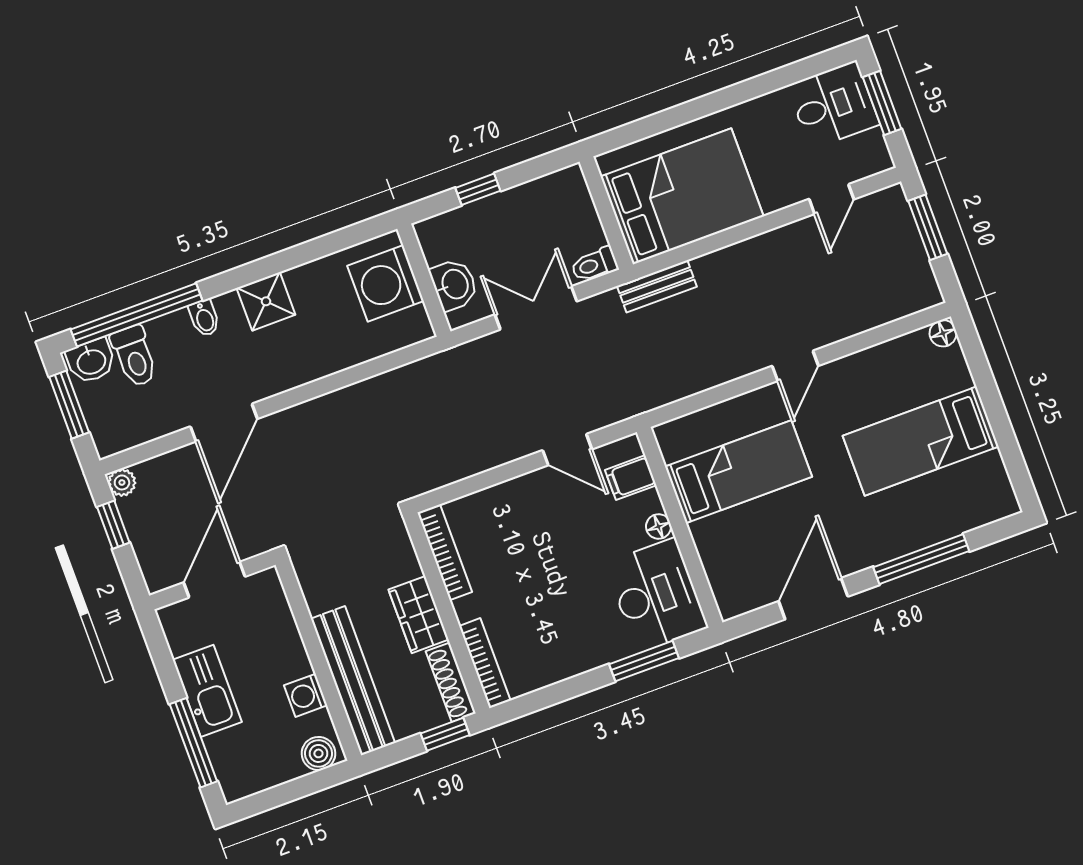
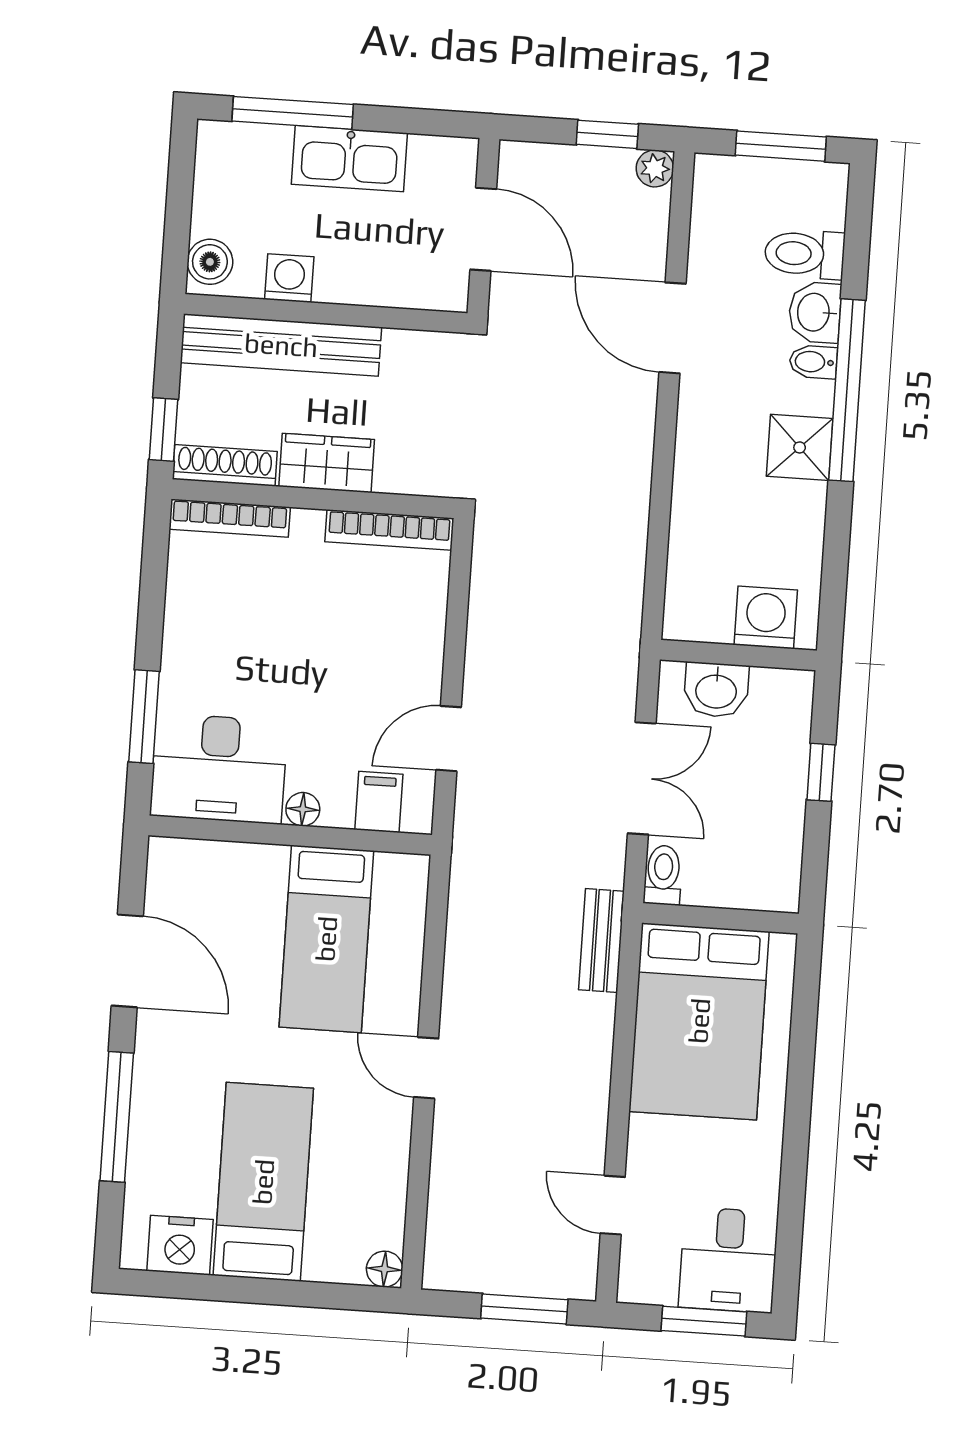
washing machine: (386, 283) -> (766, 617), width x0.73, depth x0.73
window: (136, 315) -> (847, 390), moved
washbasin: (91, 361) -> (815, 312), moved
nightstand: (988, 478) -> (180, 1245), added

